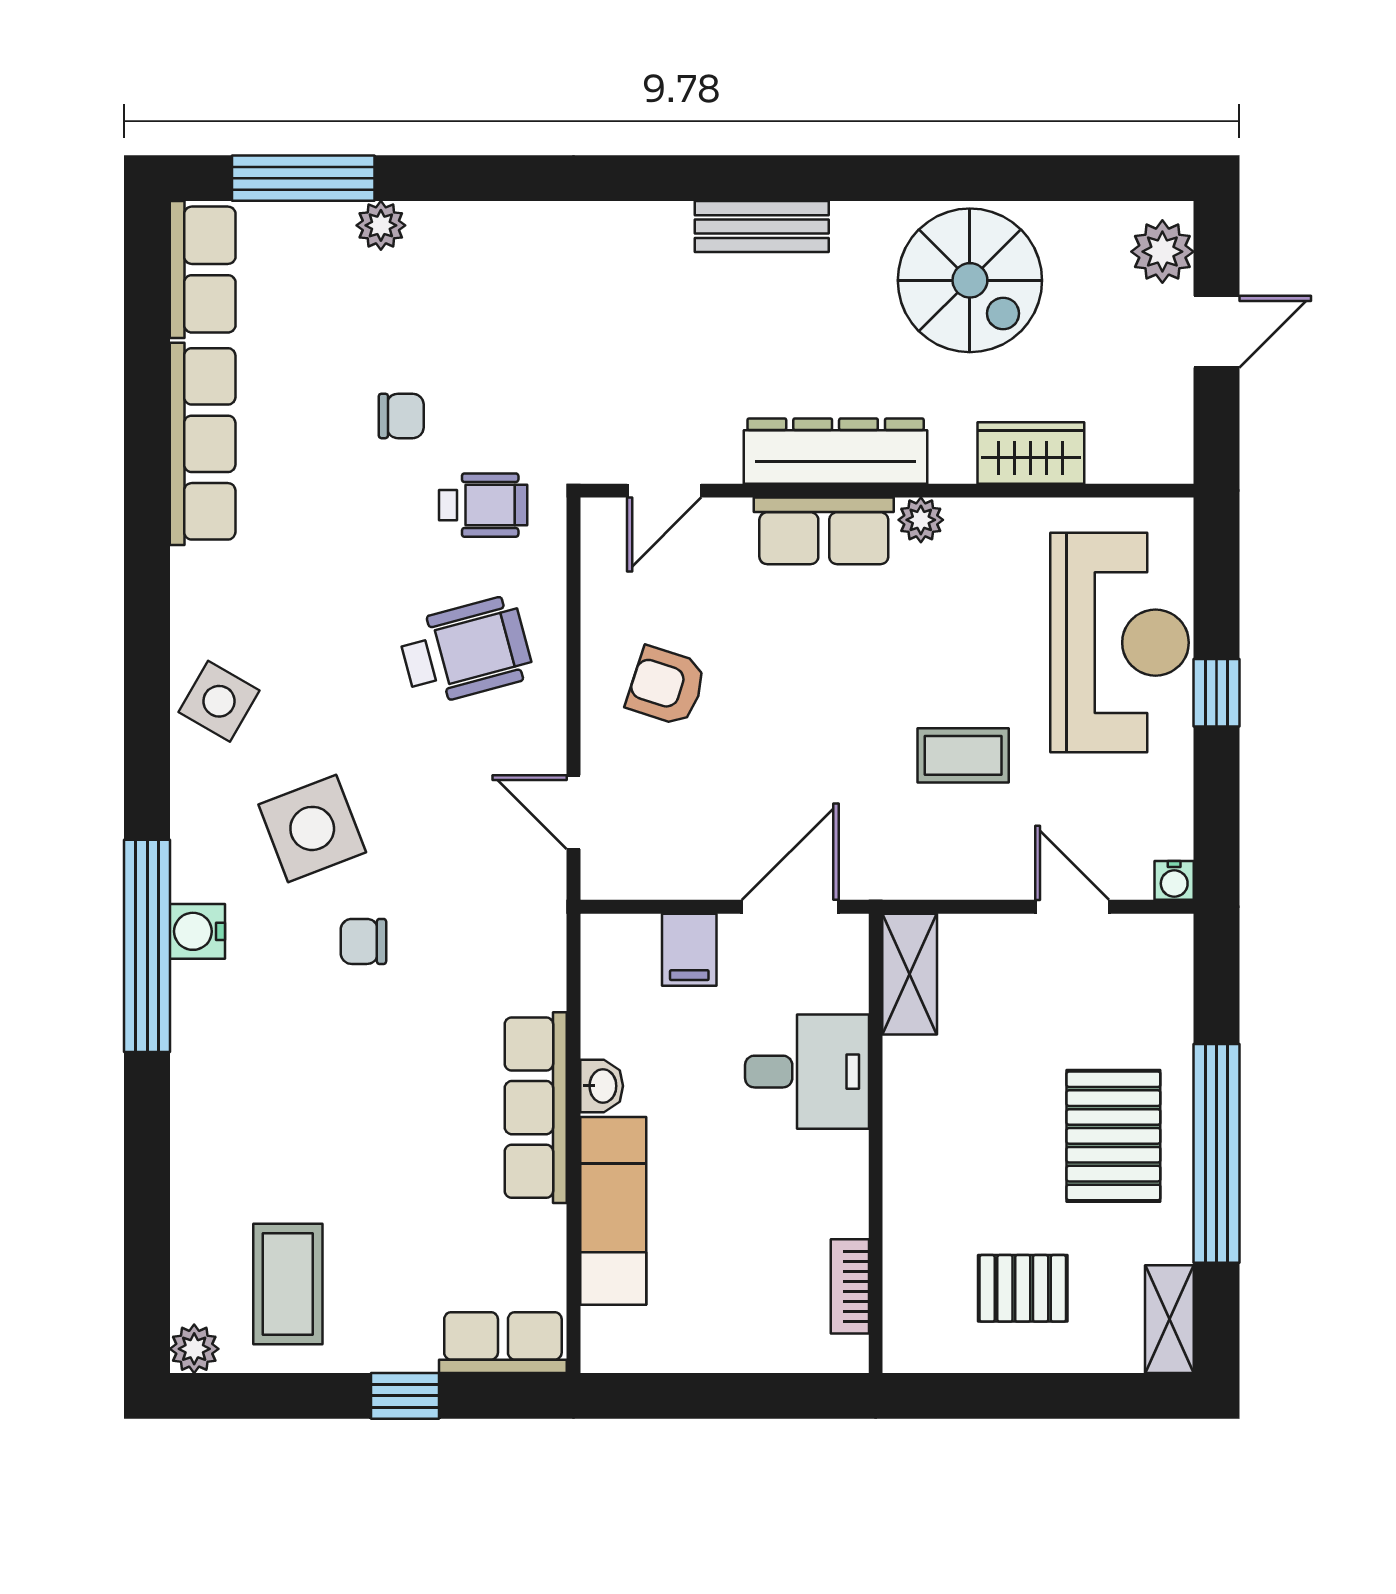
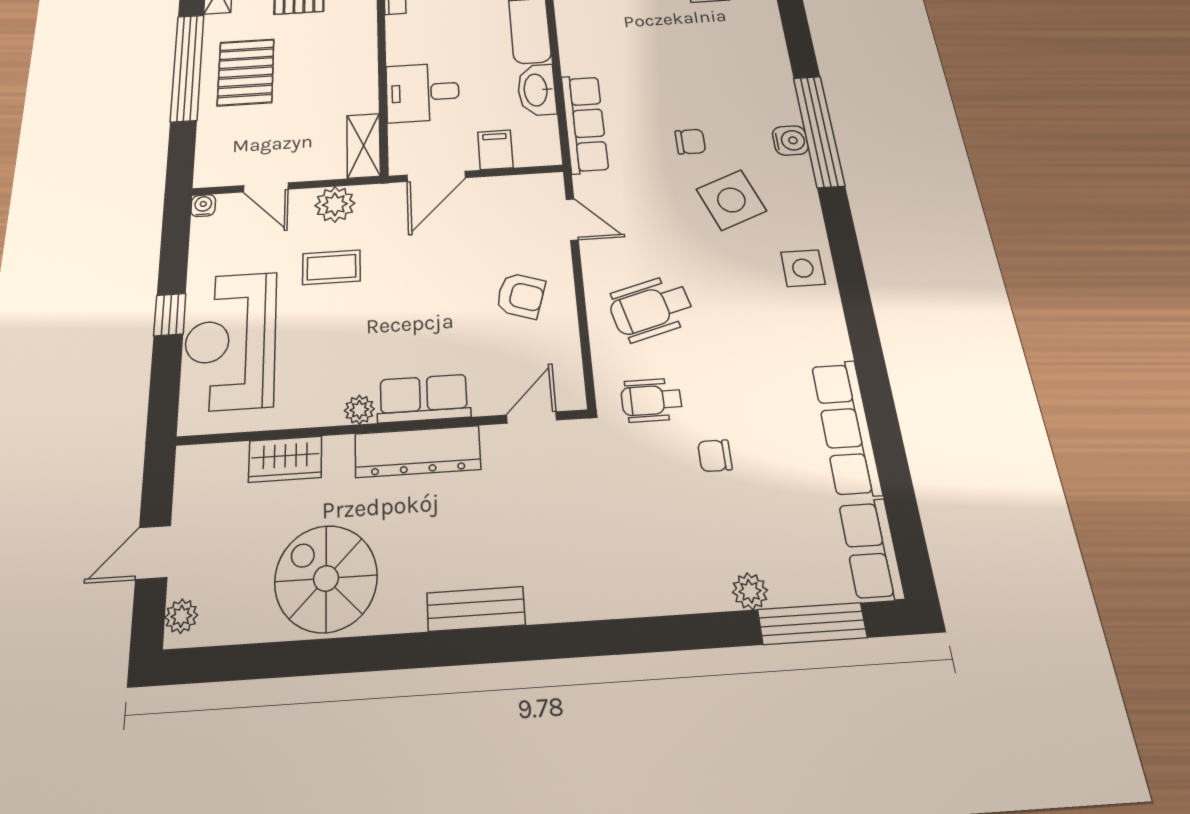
plant: (1162, 252) -> (181, 616), width x0.73, depth x0.73
side table: (219, 701) -> (803, 268), turned -30
plant: (958, 867) -> (335, 204), added
washbasin: (602, 1086) -> (537, 90), width x1.91, depth x1.45
row of seats: (536, 1108) -> (585, 124), moved

